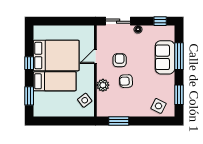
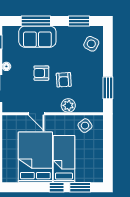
armchair: (120, 60) -> (41, 73), moved
window: (29, 63) -> (57, 187), moved

